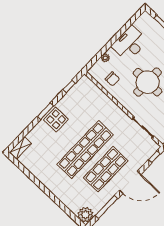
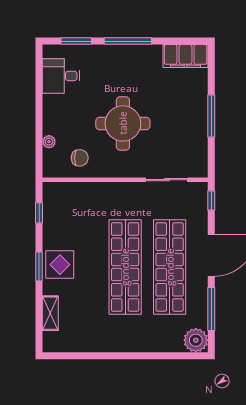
desk: (130, 44) -> (61, 76), moved, width x0.73
shelving: (20, 148) -> (50, 313), moved
shop shelf: (106, 169) -> (170, 267), width x1.40

